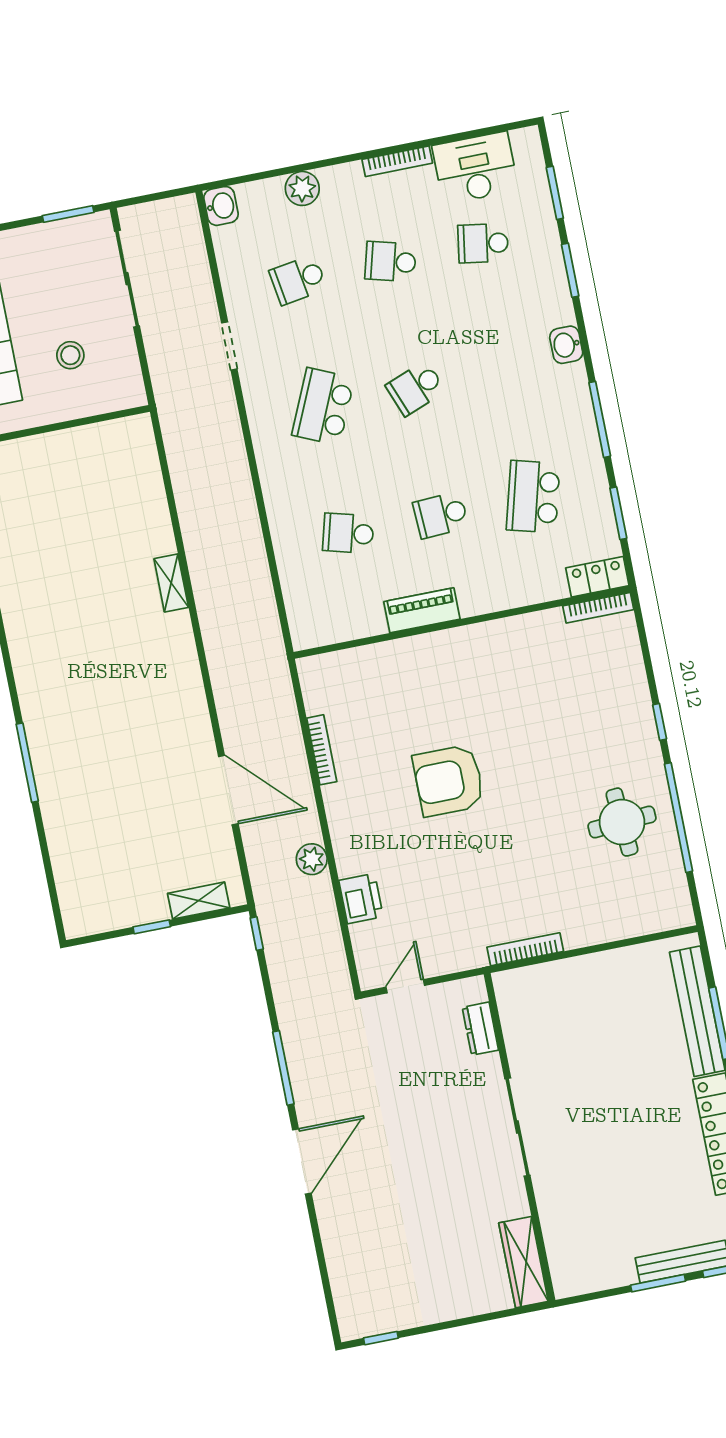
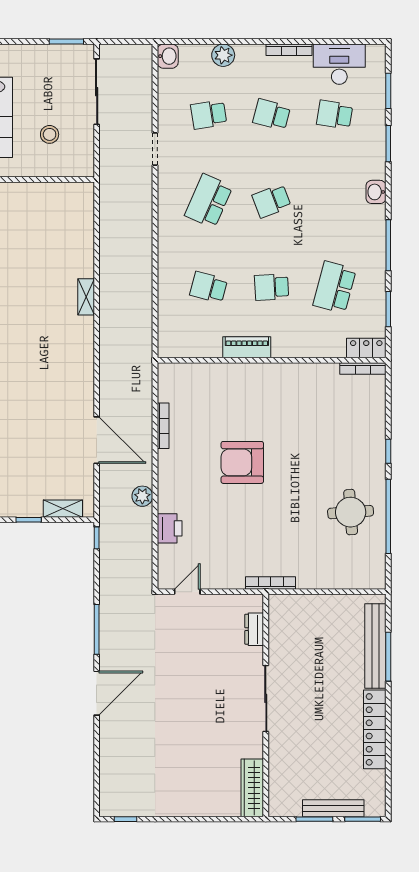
dresser: (480, 1029) -> (254, 629), moved
sliding door: (517, 1127) -> (266, 698), moved
wall: (519, 1137) -> (266, 705), moved
wardrobe: (524, 1262) -> (252, 788), moved

